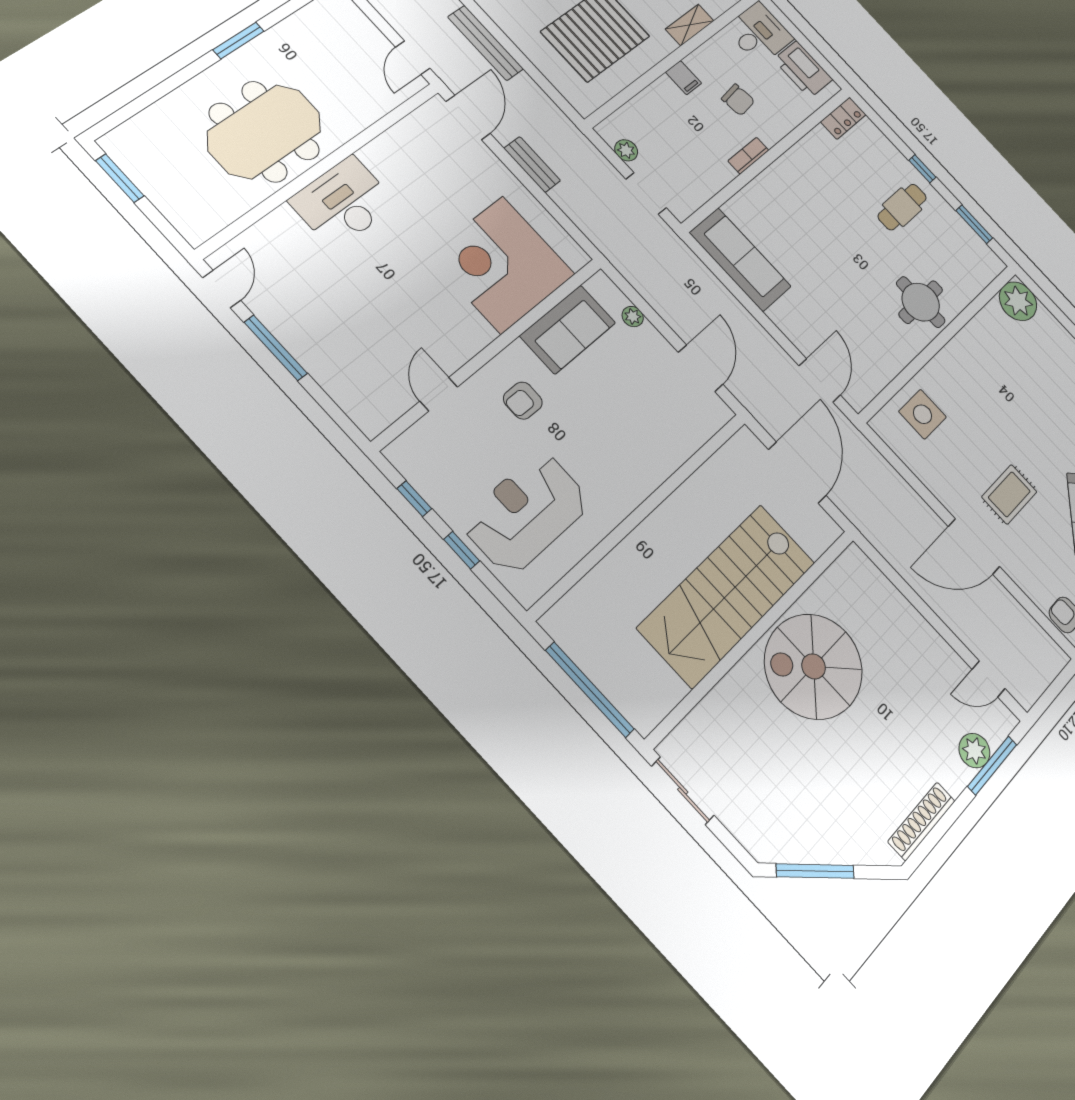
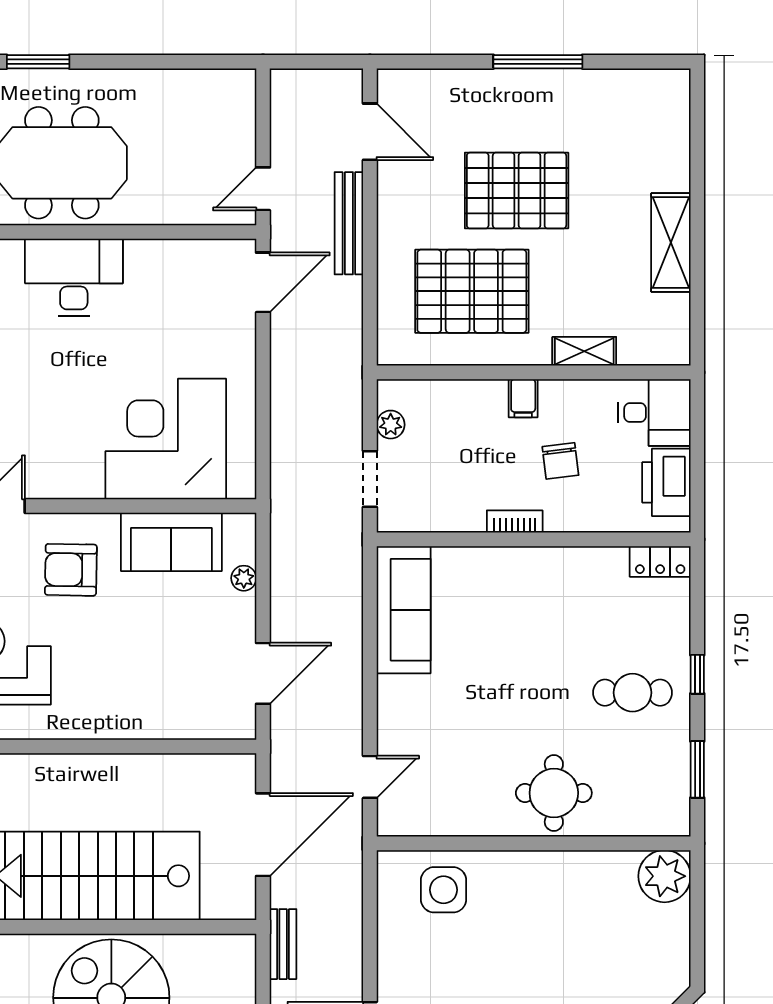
window: (239, 40) -> (38, 62), moved
bench: (532, 165) -> (283, 944), moved
door: (820, 380) -> (370, 777), width x0.73
armchair: (523, 401) -> (71, 570), width x1.38, depth x1.38

